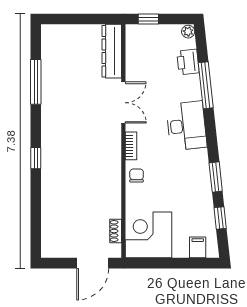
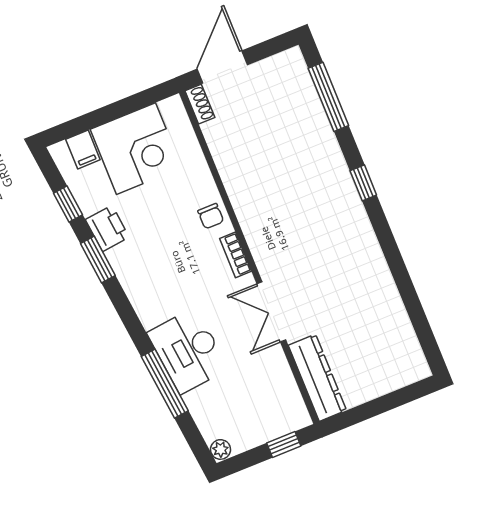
printer: (188, 62) -> (107, 228), moved
window: (36, 82) -> (328, 97), moved
desk: (186, 126) -> (188, 351), moved
shoe rack: (116, 231) -> (200, 104), moved
corner desk: (149, 235) -> (136, 149), moved

